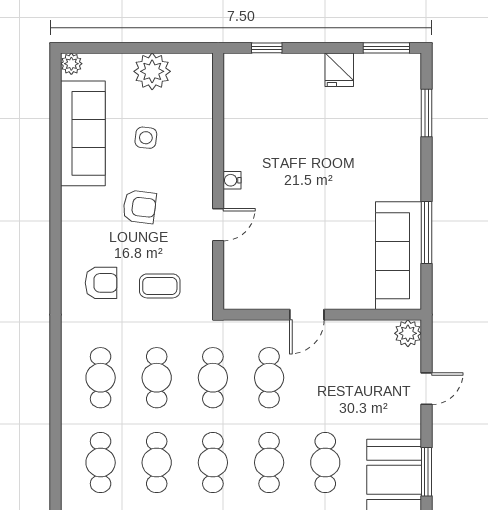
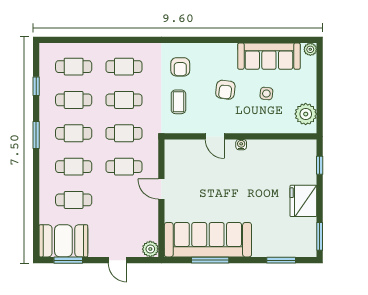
fridge: (339, 70) -> (303, 201), width x1.88, depth x1.34
plant: (152, 71) -> (306, 114), moved
sofa: (398, 256) -> (208, 240), width x1.36, depth x1.27

